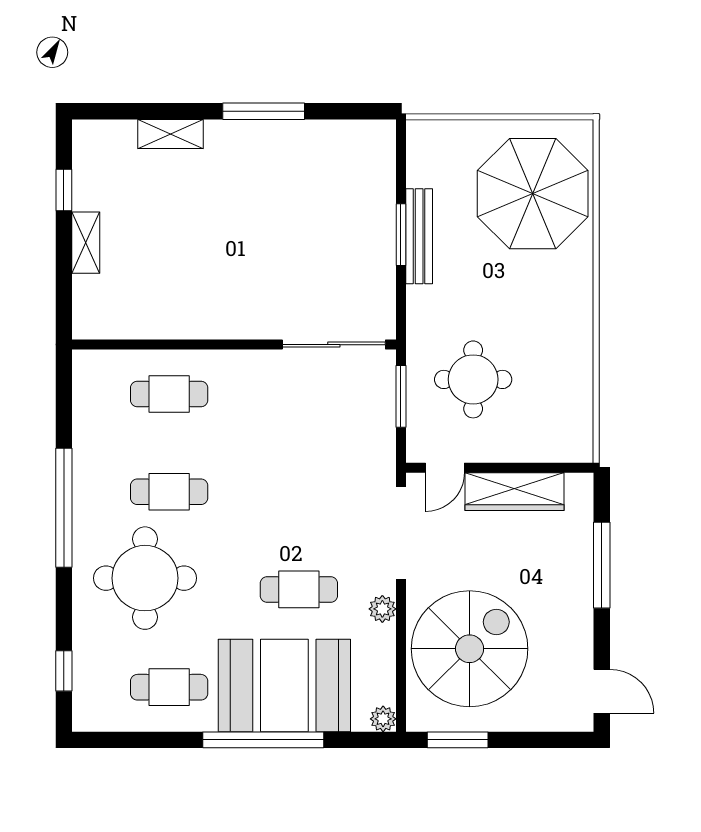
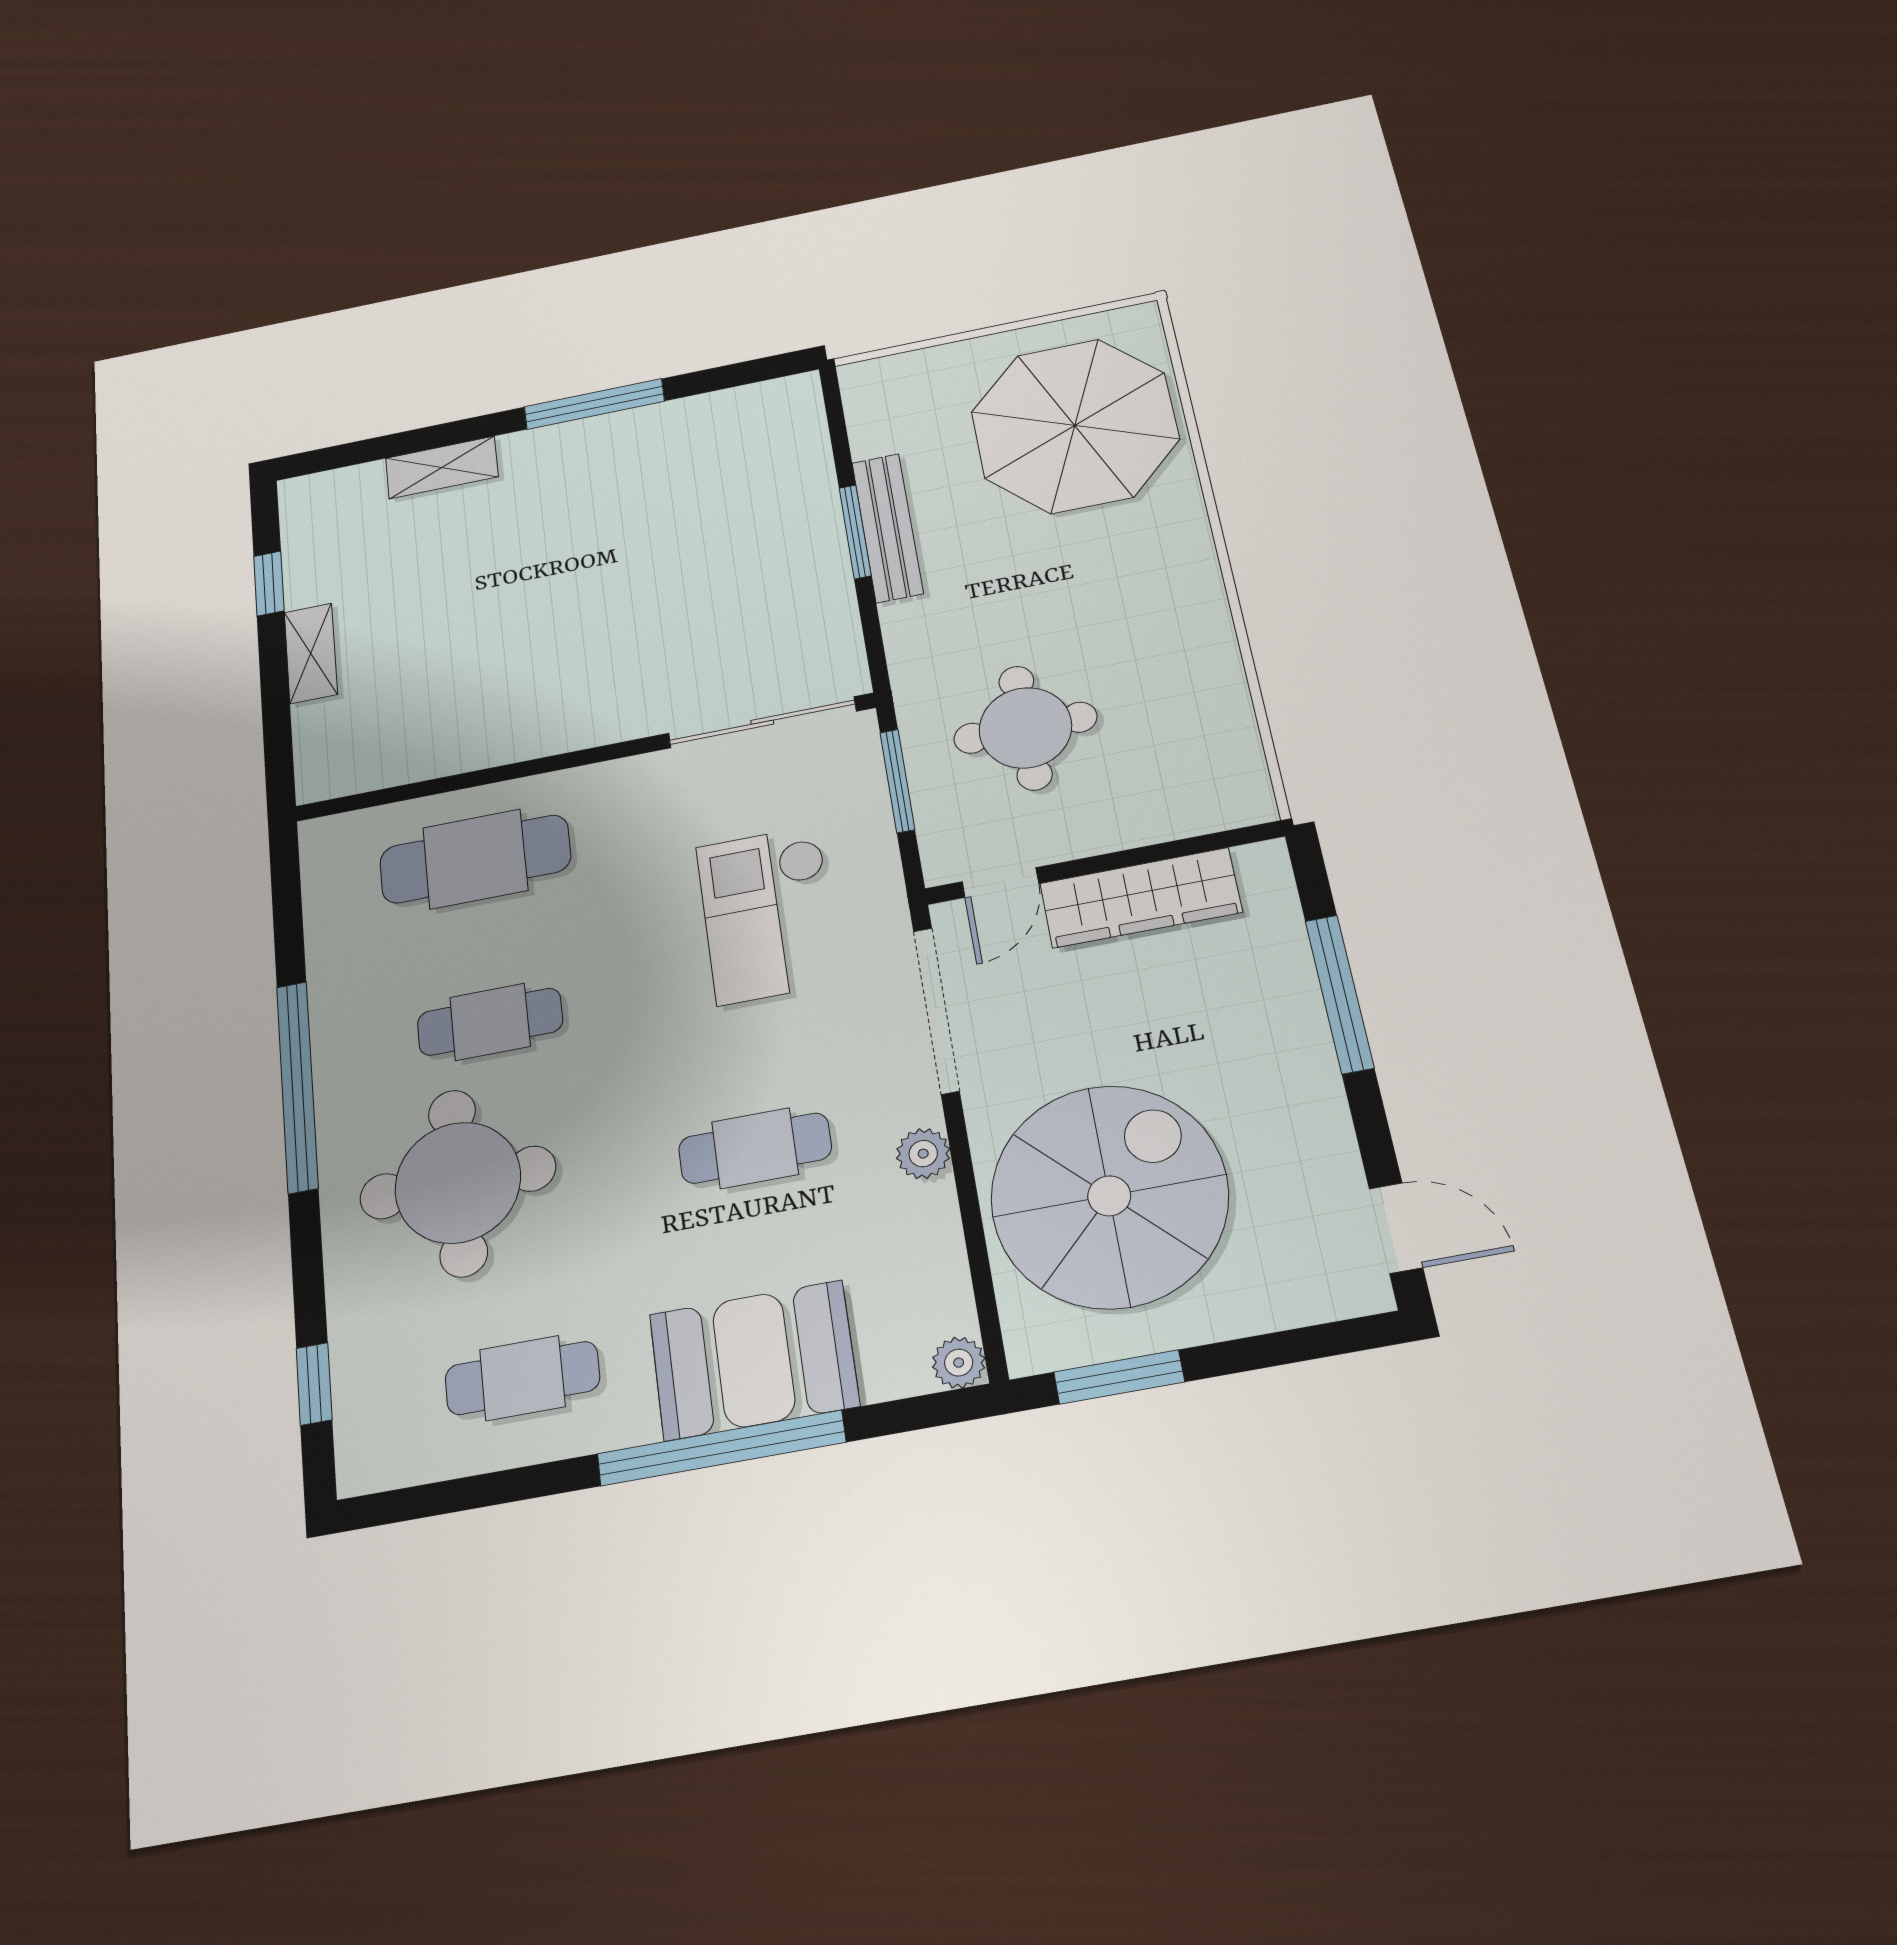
cafe table: (169, 394) -> (475, 859), width x1.37, depth x1.35
checkout: (322, 460) -> (768, 914), added
booth: (284, 685) -> (754, 1360), width x0.73, depth x0.70

